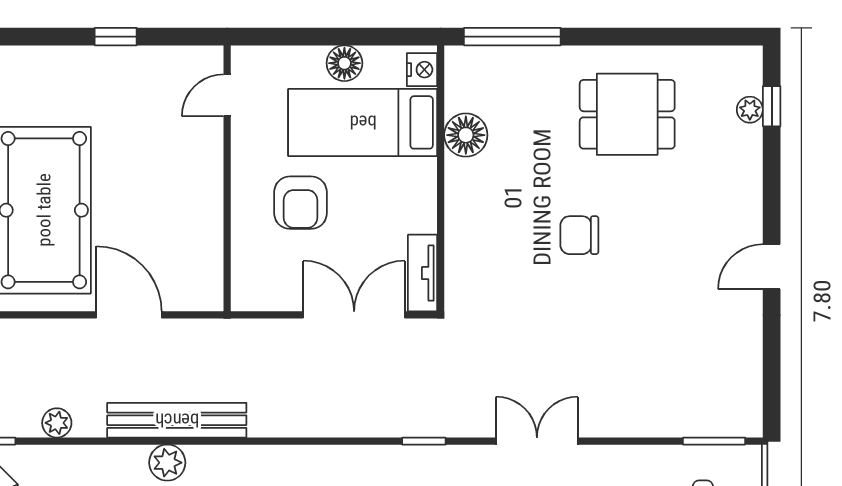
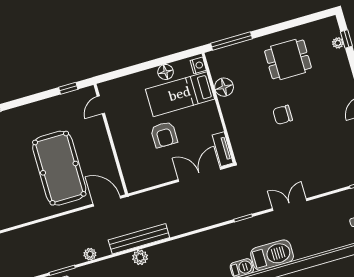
door: (227, 95) -> (101, 105), moved
wall: (227, 178) -> (111, 139), moved

